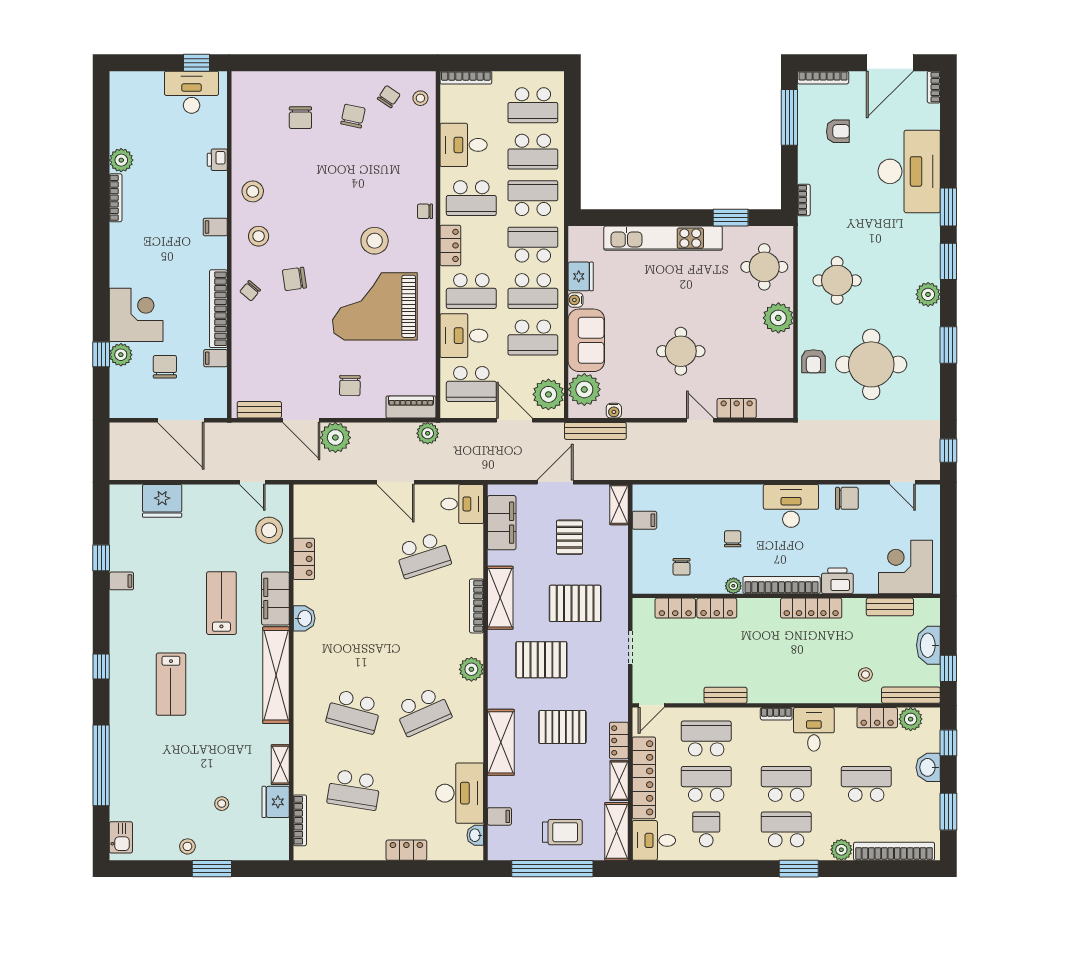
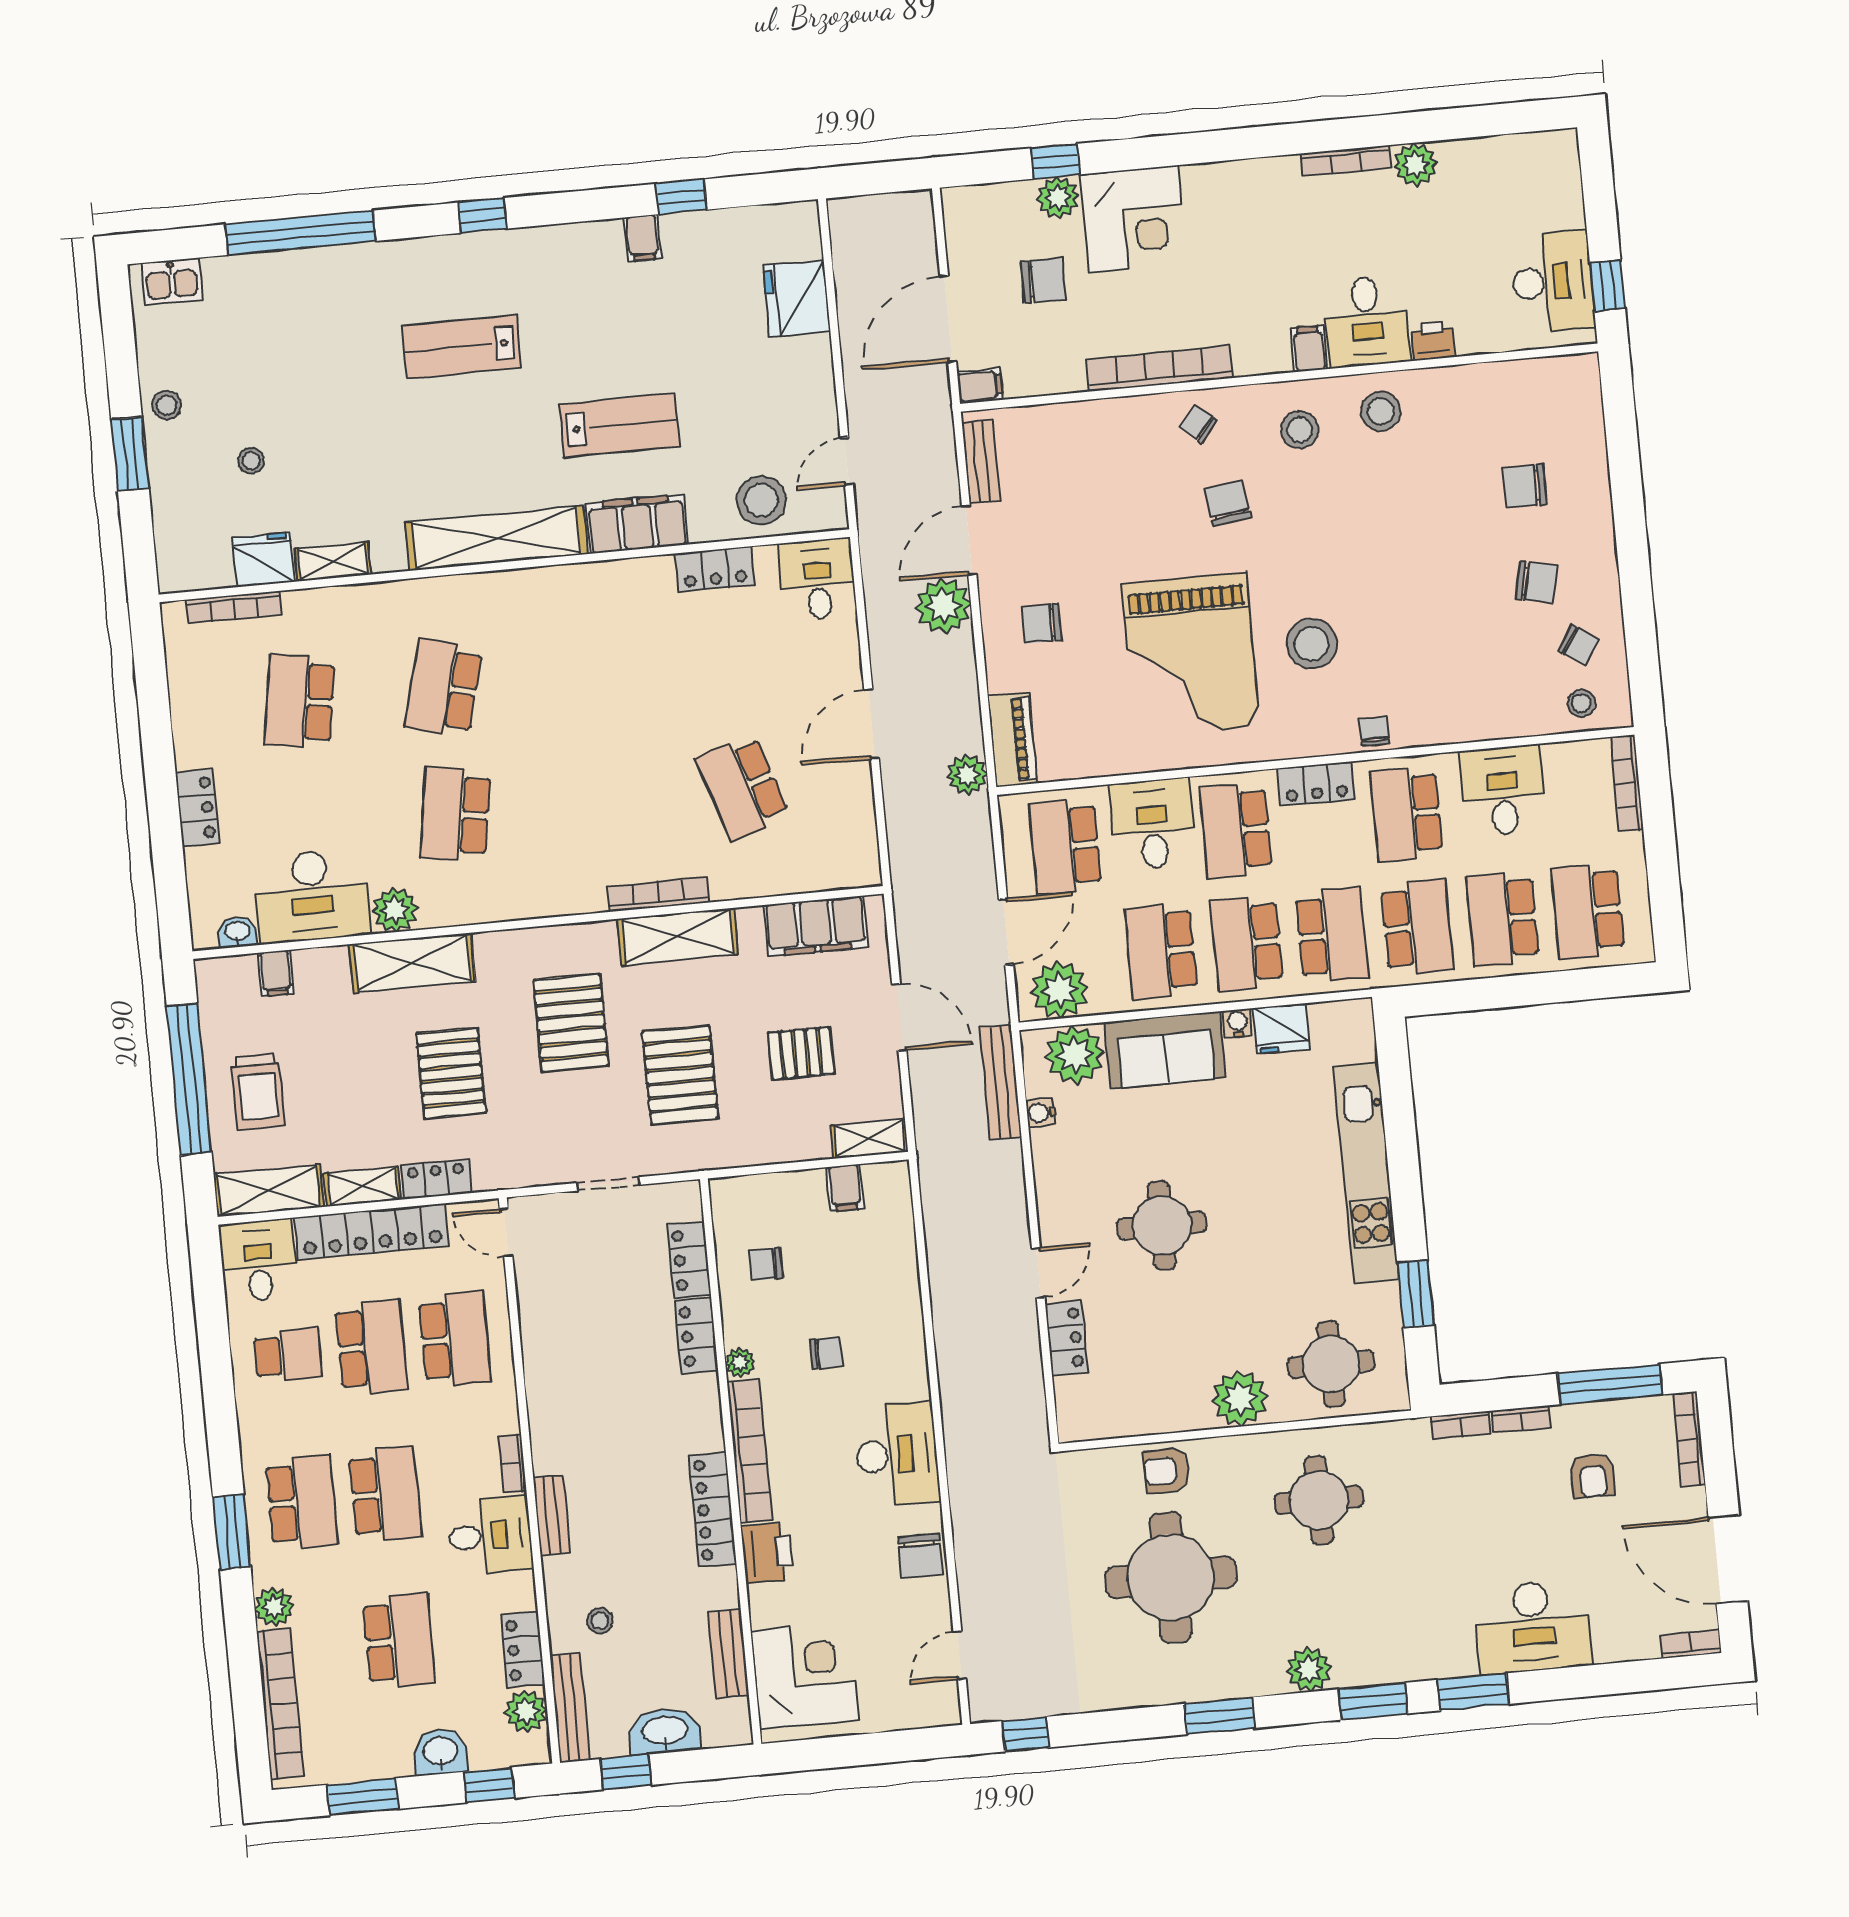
bookcase: (804, 167) -> (1521, 1419), added
desk: (909, 171) -> (1533, 1627), width x0.73, depth x0.77
desk: (203, 194) -> (1367, 321), added
grand piano: (375, 306) -> (1191, 656), turned 180
filing cabinet: (216, 358) -> (980, 386), moved, turned 90
desk: (462, 504) -> (818, 579), moved, turned 180
washbasin: (304, 618) -> (606, 580), removed
plant: (471, 669) -> (395, 910), moved
bench: (726, 695) -> (552, 1515), moved
school desk: (423, 711) -> (455, 814), turned 33

